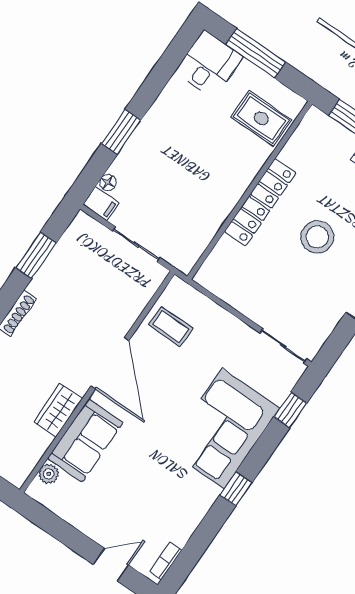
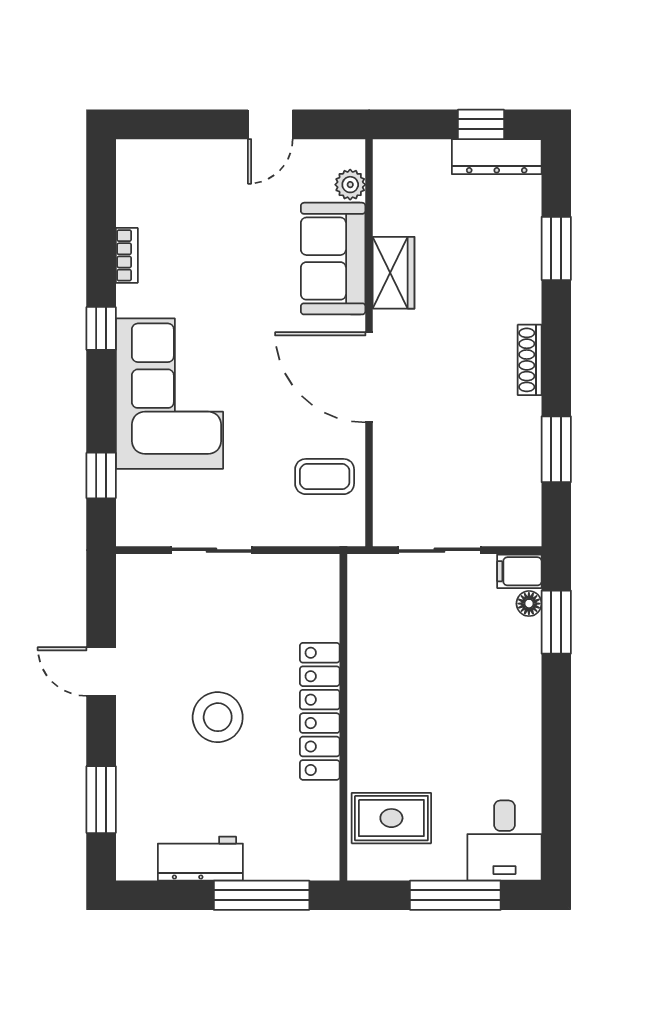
window: (121, 132) -> (556, 622), moved
sliding door: (283, 346) -> (211, 550), moved
bookcase: (166, 561) -> (127, 255), moved
door: (111, 565) -> (270, 124), moved

